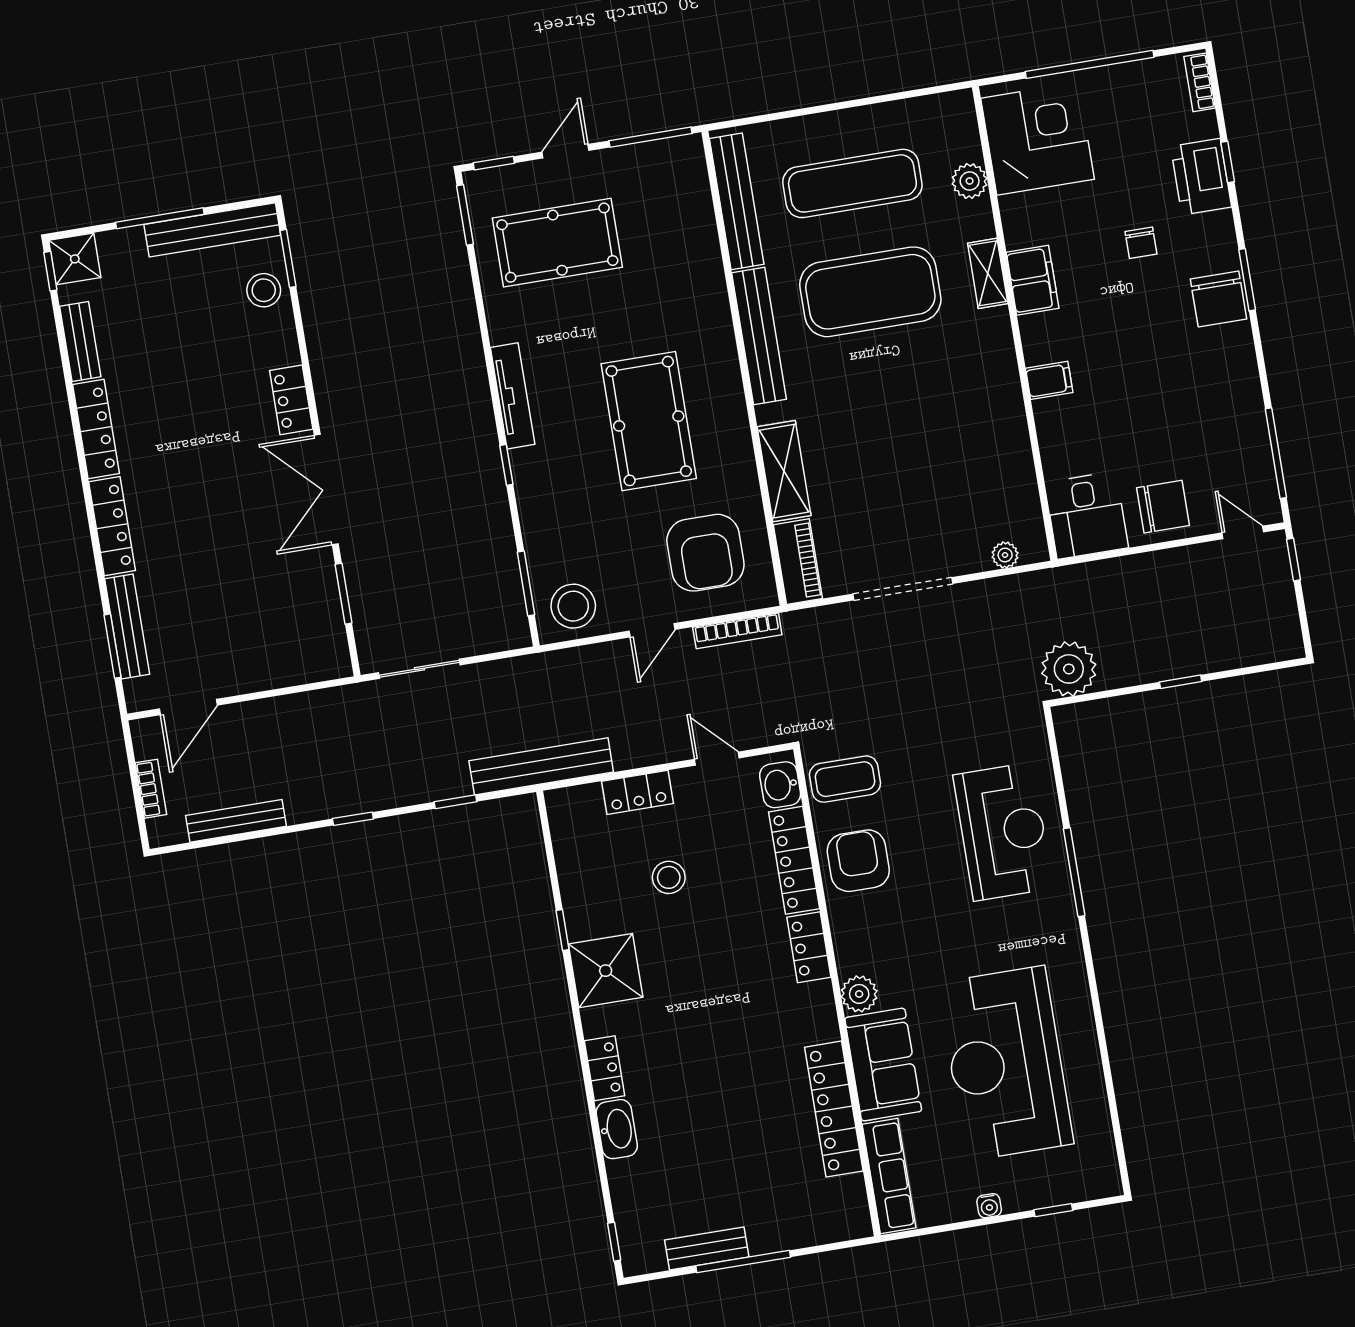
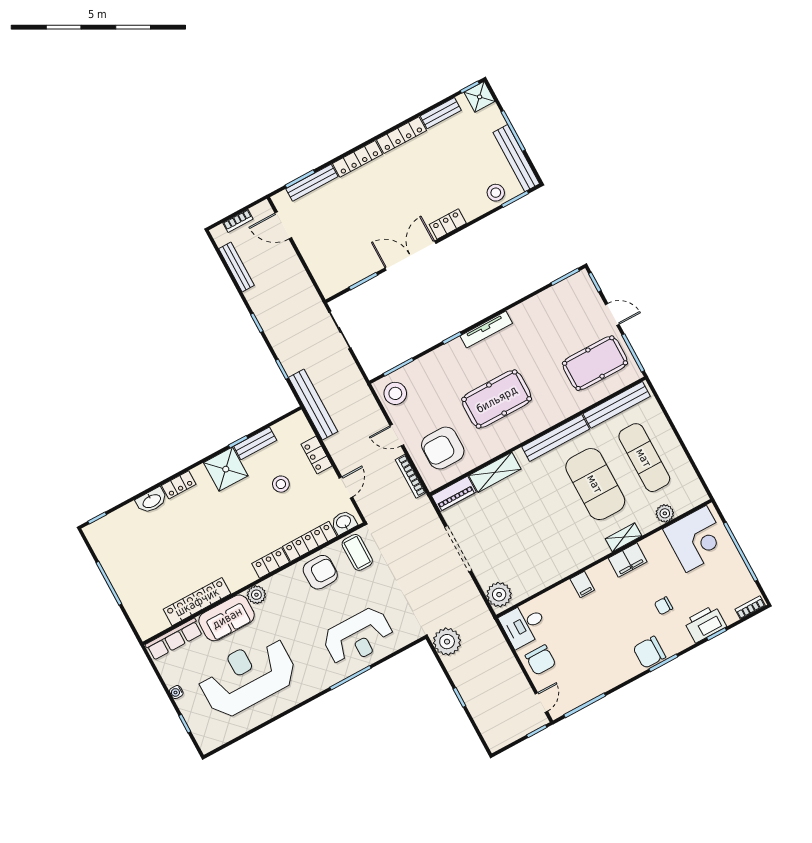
pool table: (557, 243) -> (595, 363), moved, turned 90
plant: (1005, 555) -> (499, 595), width x1.88, depth x1.88
bench: (707, 1248) -> (255, 443), moved, turned 90

